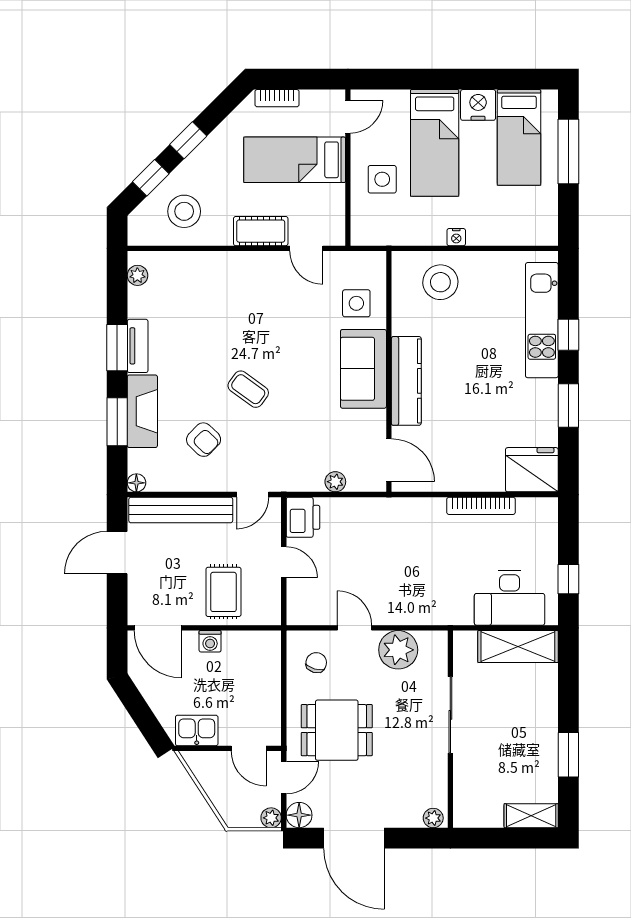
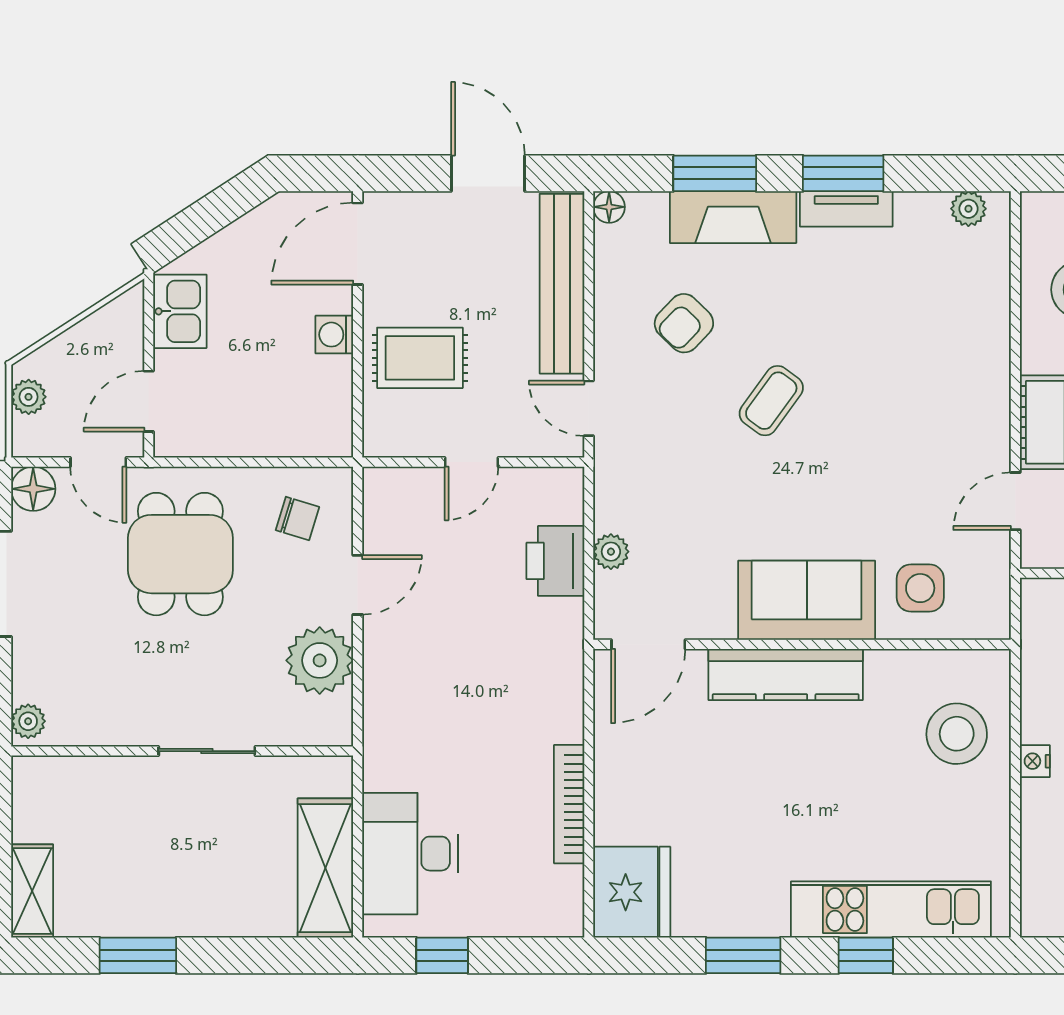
printer: (303, 517) -> (555, 561), moved, turned 90
sliding door: (450, 715) -> (207, 751), width x0.73
plant: (271, 818) -> (29, 397), moved

